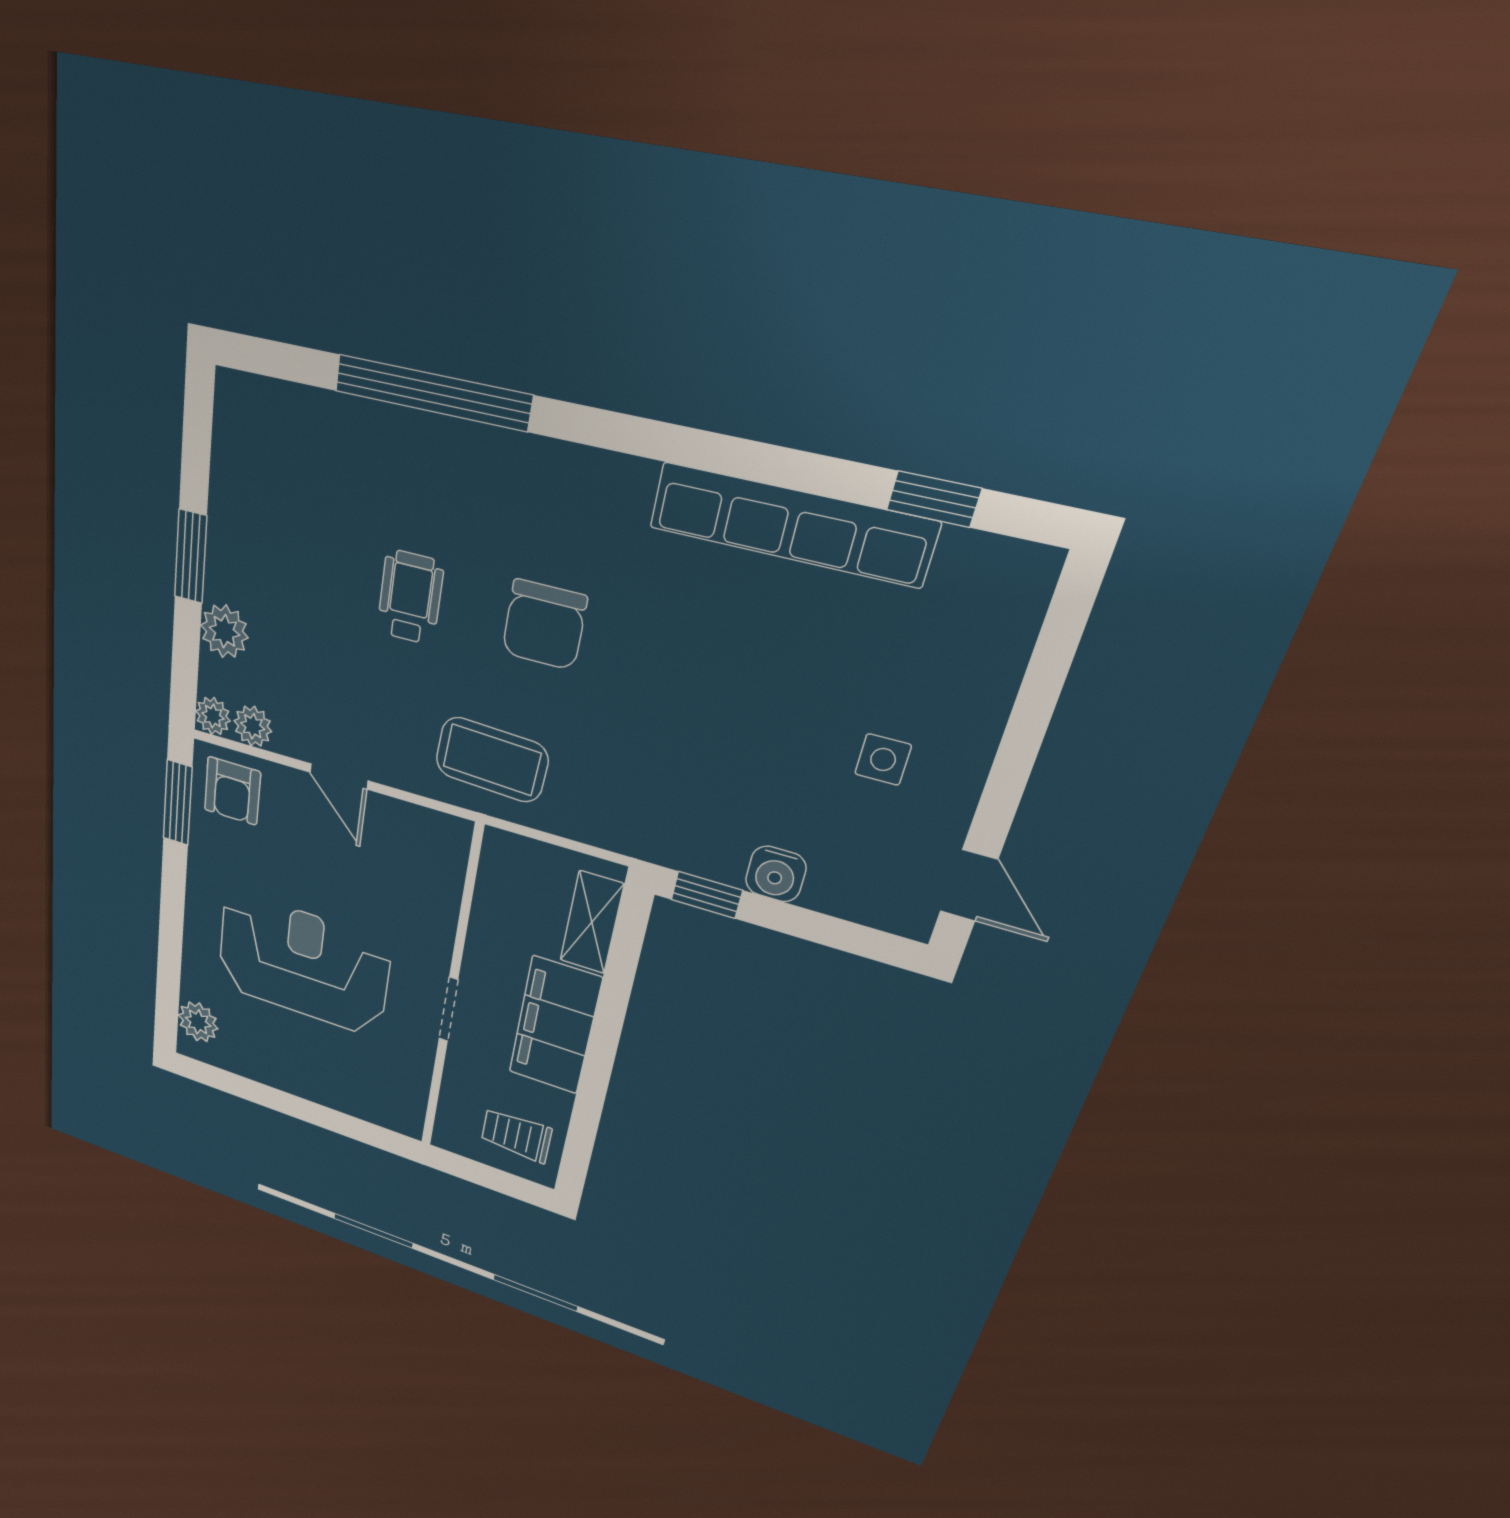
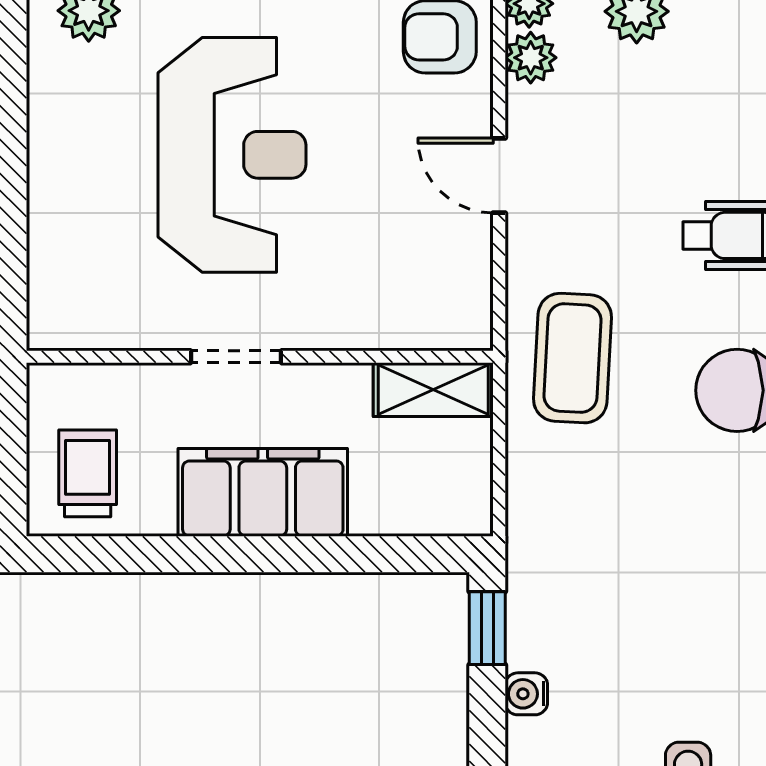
door: (339, 776) -> (499, 175), hinge flipped
water cooler: (776, 874) -> (526, 694), width x0.72, depth x0.72
shelving: (592, 922) -> (433, 390), moved

